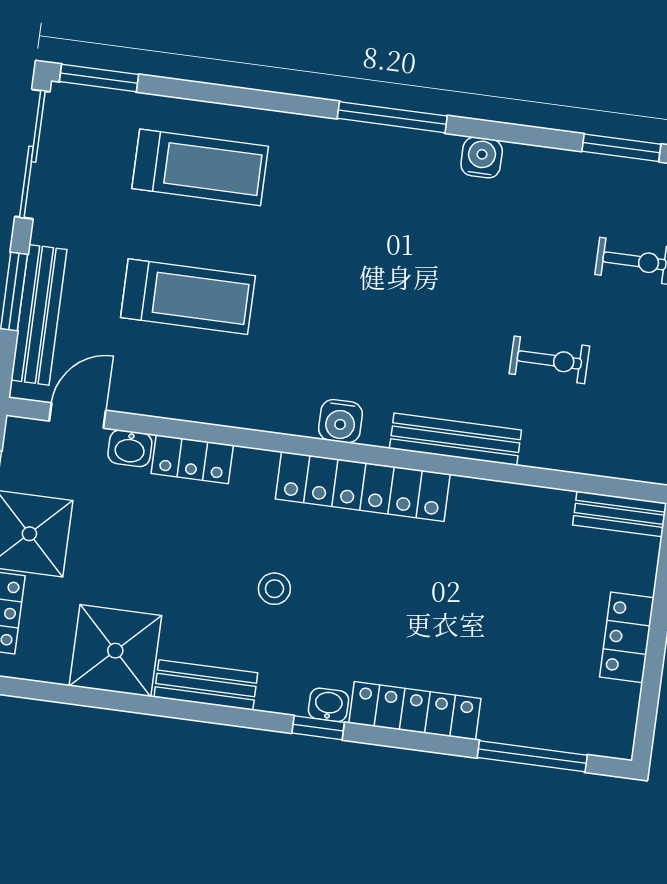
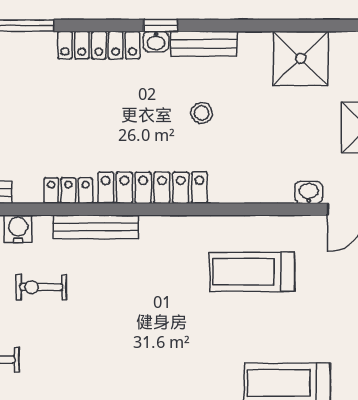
treadmill: (188, 297) -> (252, 272), moved
water cooler: (341, 421) -> (18, 229), moved
locker: (192, 459) -> (68, 191), moved
bench: (206, 685) -> (204, 44), moved

